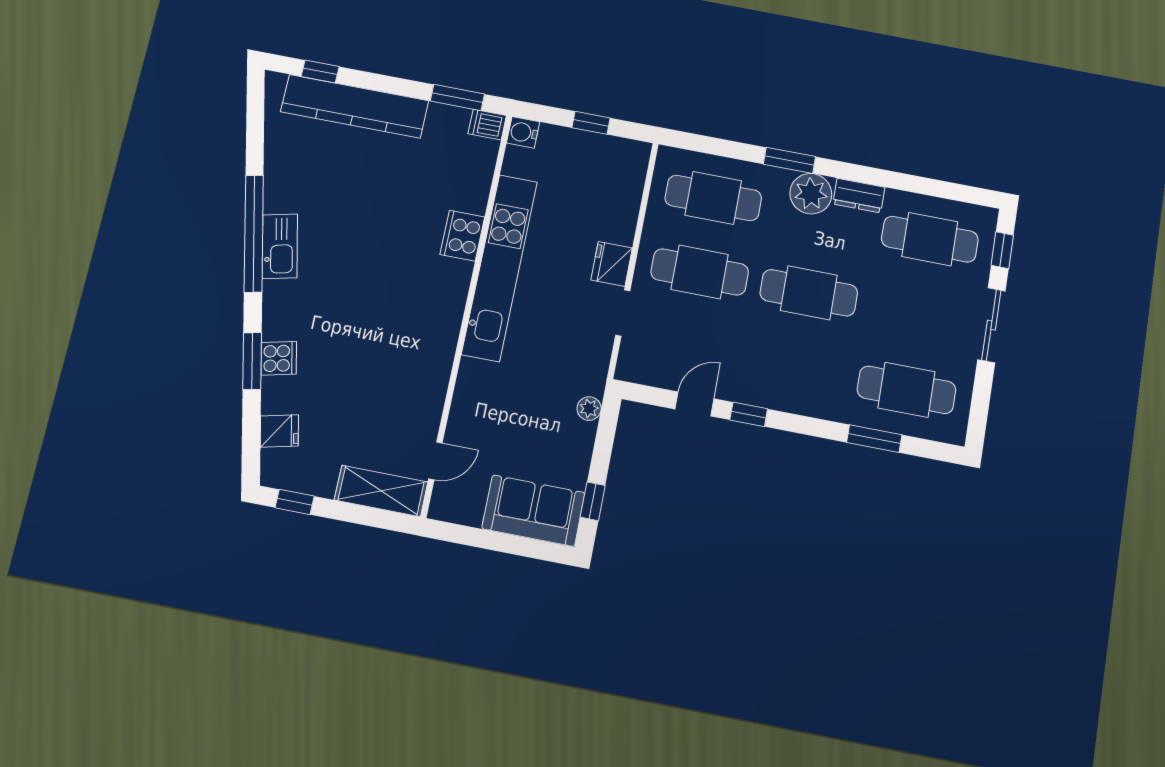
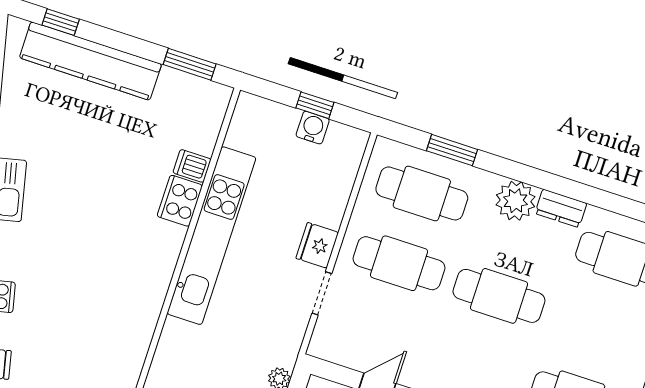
dishwasher: (487, 125) -> (192, 166), moved
water cooler: (523, 132) -> (313, 128), moved, turned 90
window: (789, 160) -> (452, 150), moved

